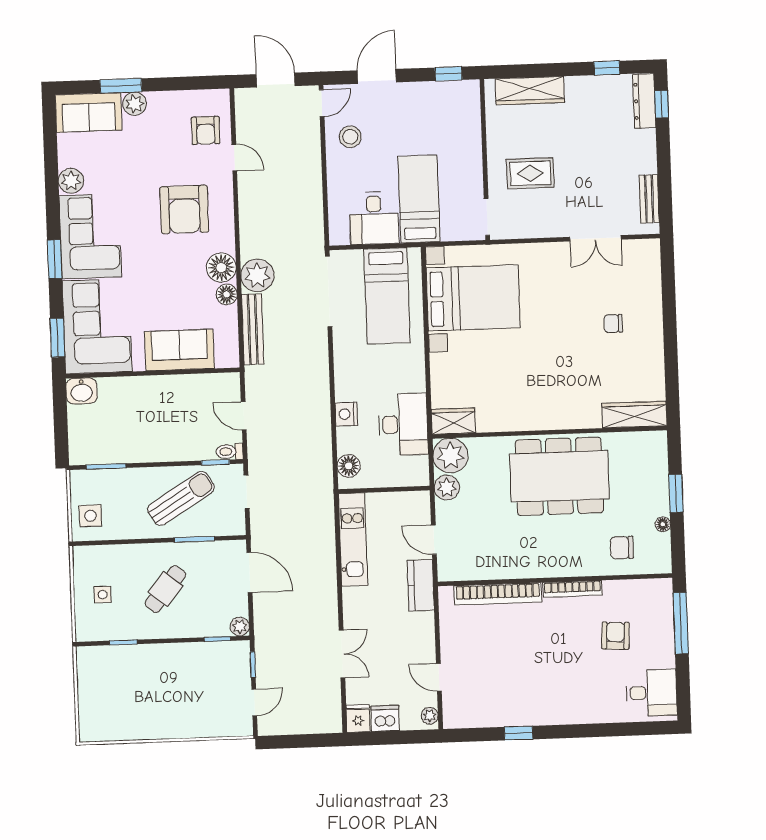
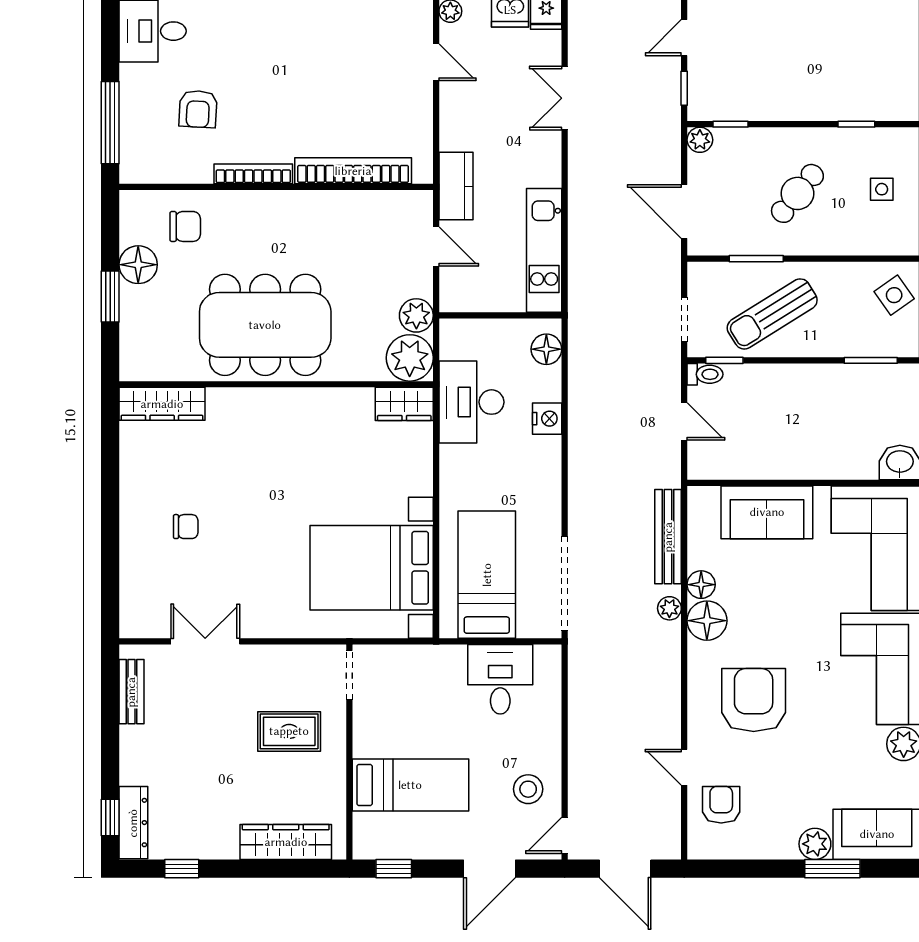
bed: (419, 199) -> (410, 785), moved, turned -90
plant: (257, 275) -> (669, 608), width x0.53, depth x0.53
side table: (90, 516) -> (894, 295), turned -35
floor lamp: (663, 524) -> (138, 265), width x1.89, depth x1.89

